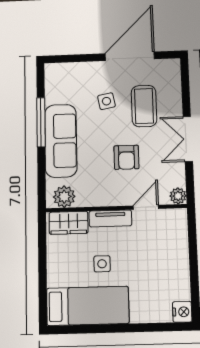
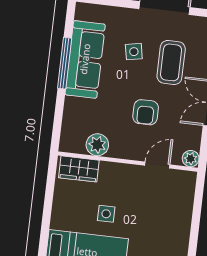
sofa: (61, 141) -> (85, 59), moved
plant: (64, 197) -> (97, 145), moved
tv unit: (110, 218) -> (121, 171), removed

